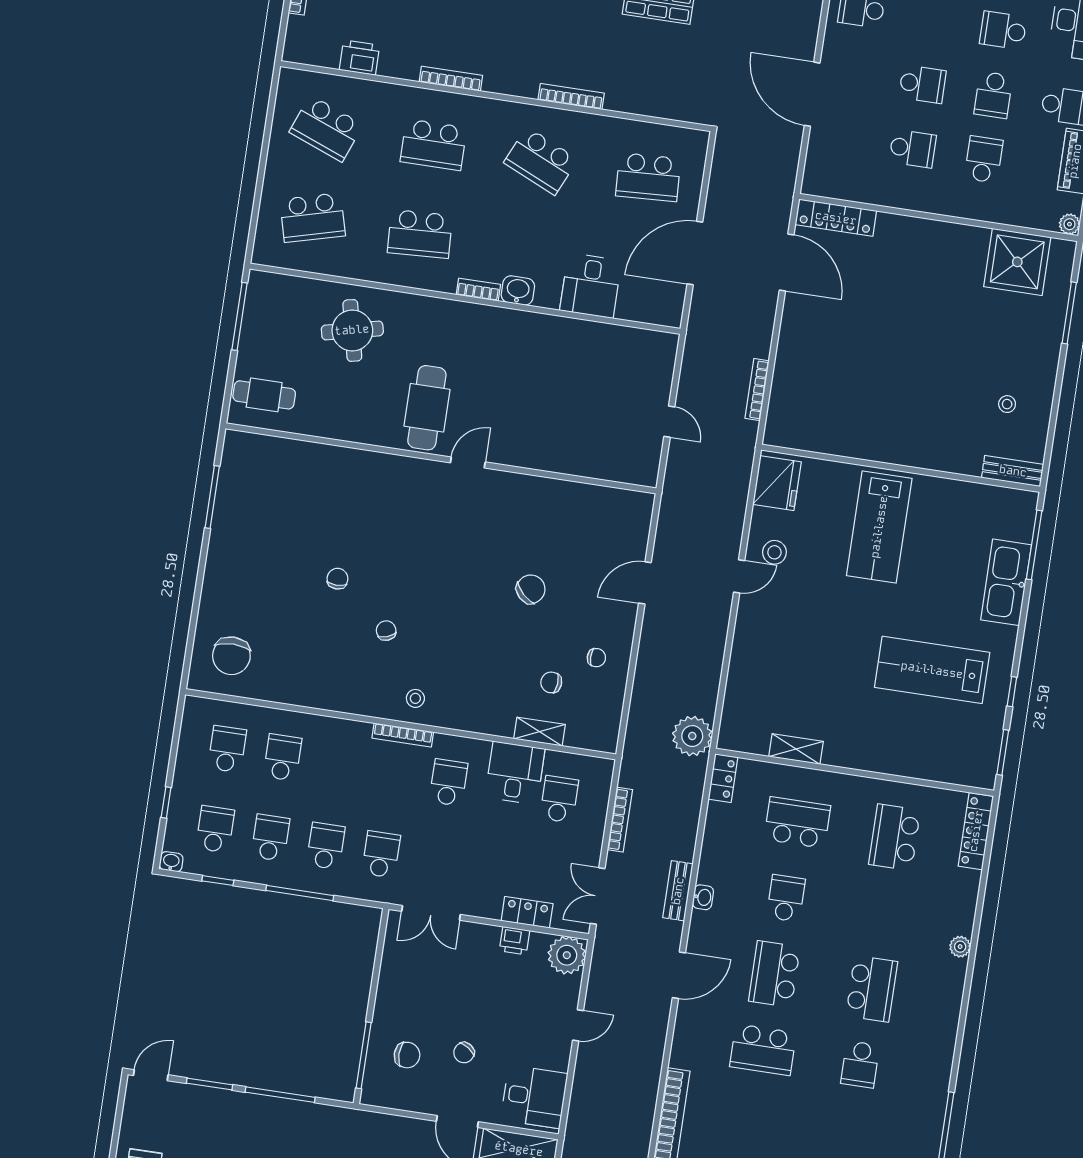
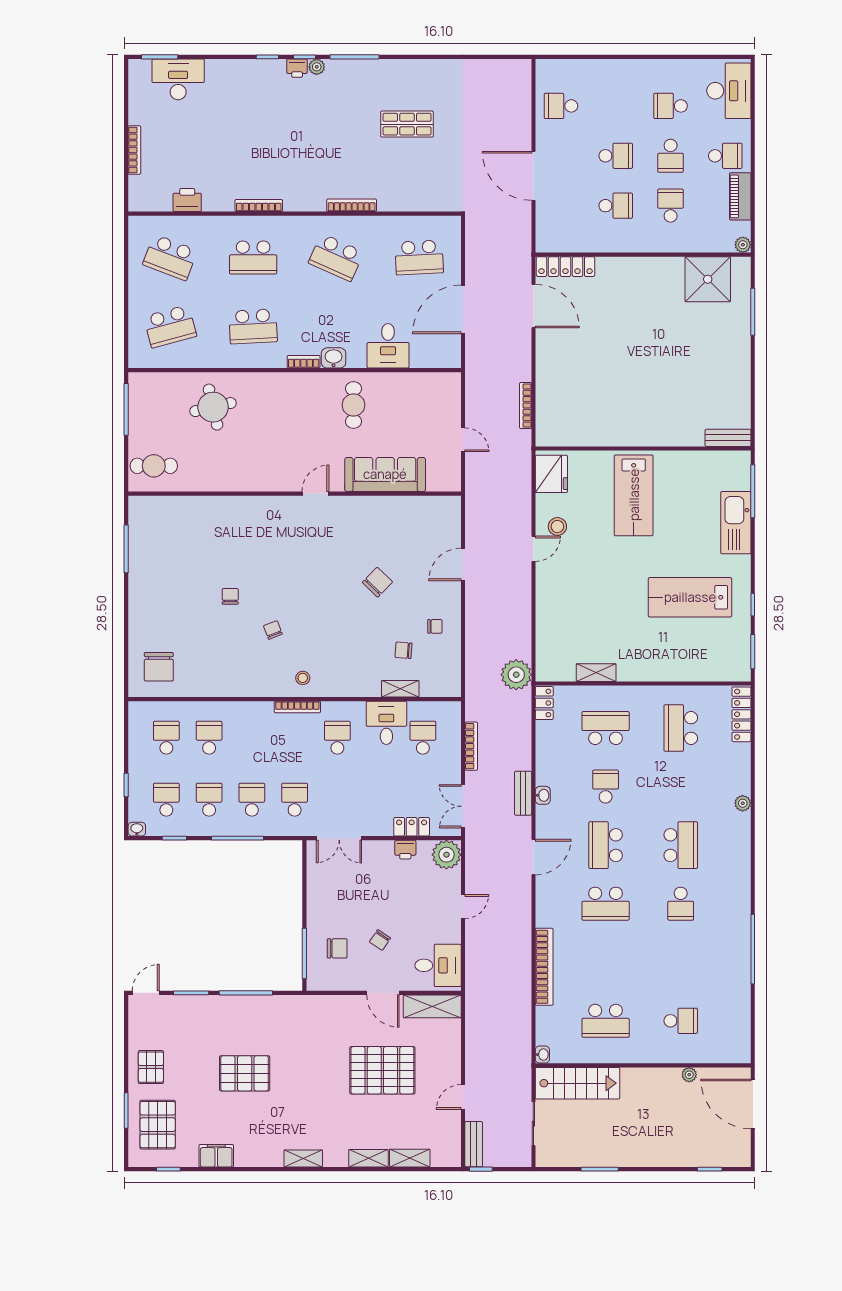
stool: (1007, 404) -> (716, 388), removed
cafe table: (427, 408) -> (354, 405), moved, width x0.73, depth x0.74
sofa: (562, 451) -> (385, 474), added

